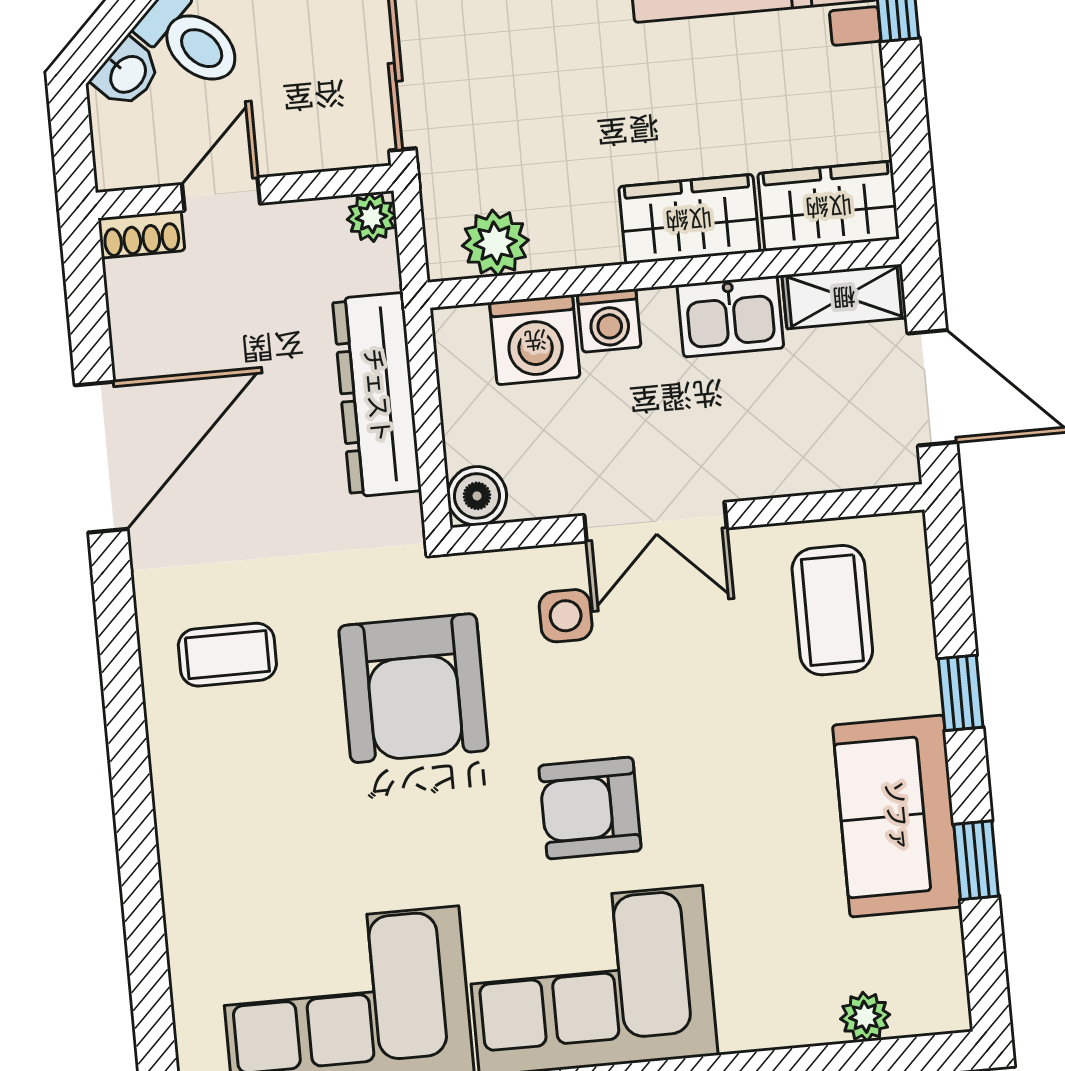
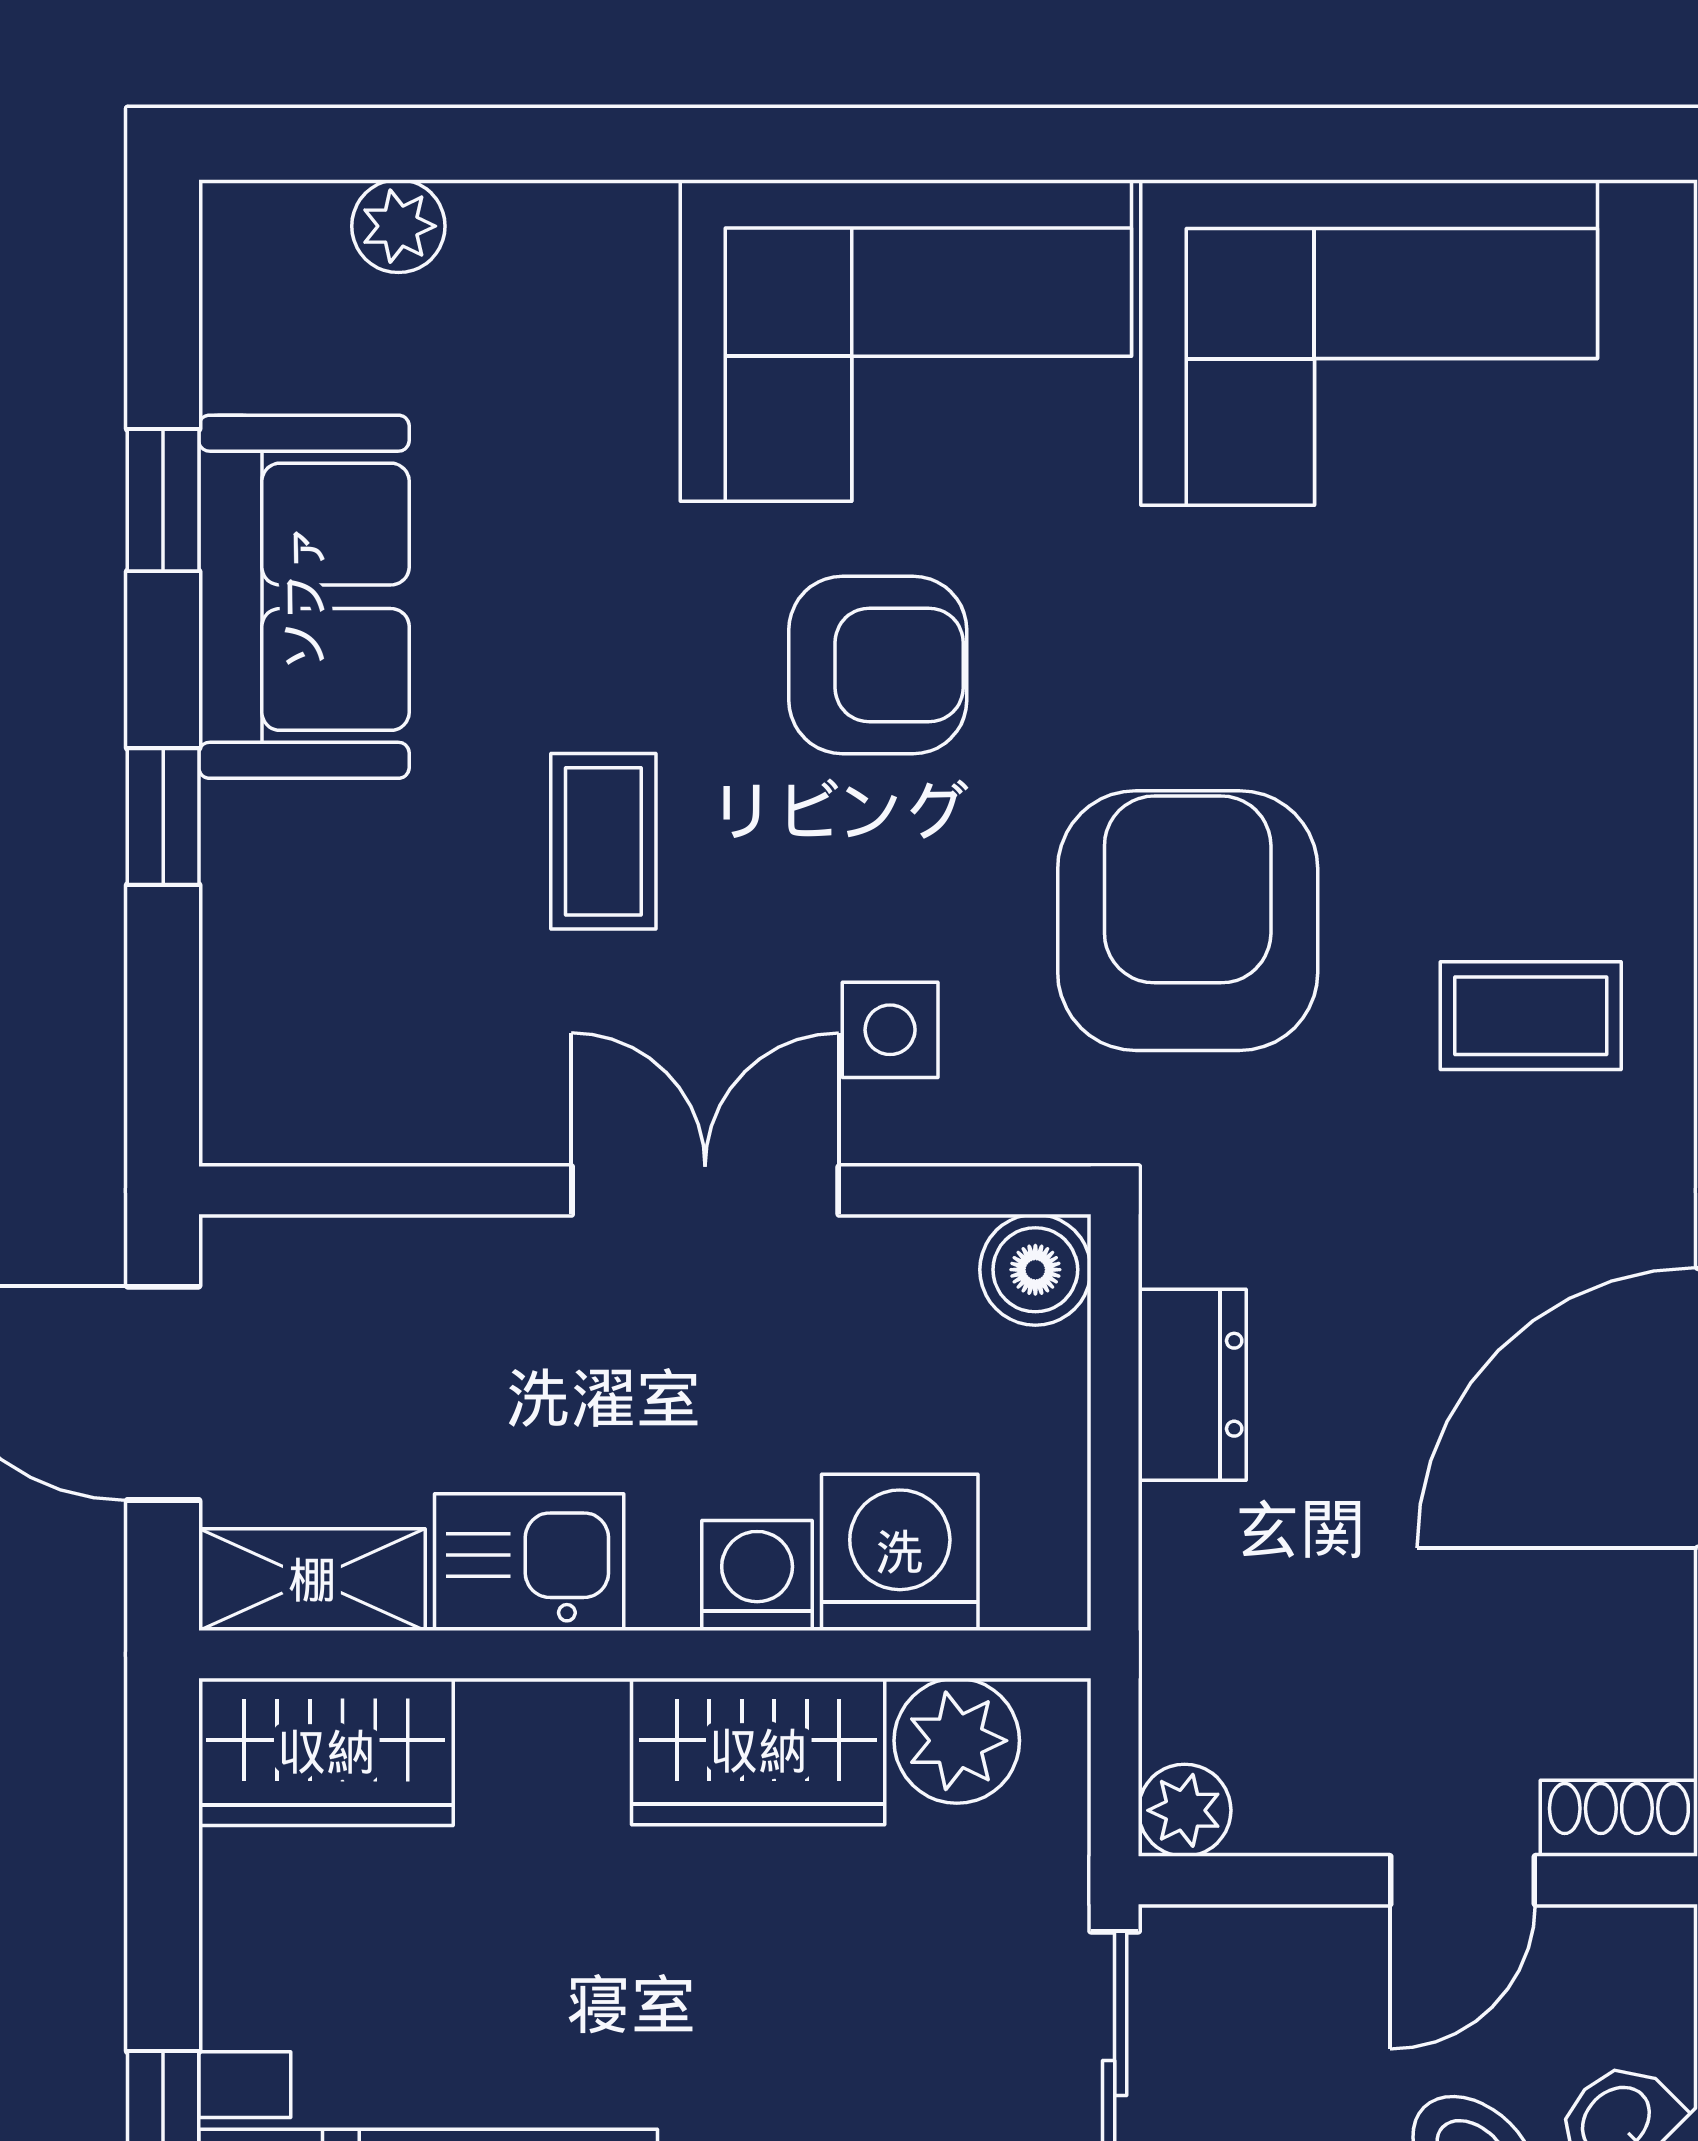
wardrobe: (689, 219) -> (758, 1751), moved
dresser: (377, 395) -> (1192, 1385), width x0.51, depth x0.80
coffee table: (832, 610) -> (603, 841), moved, width x0.73, depth x0.77

